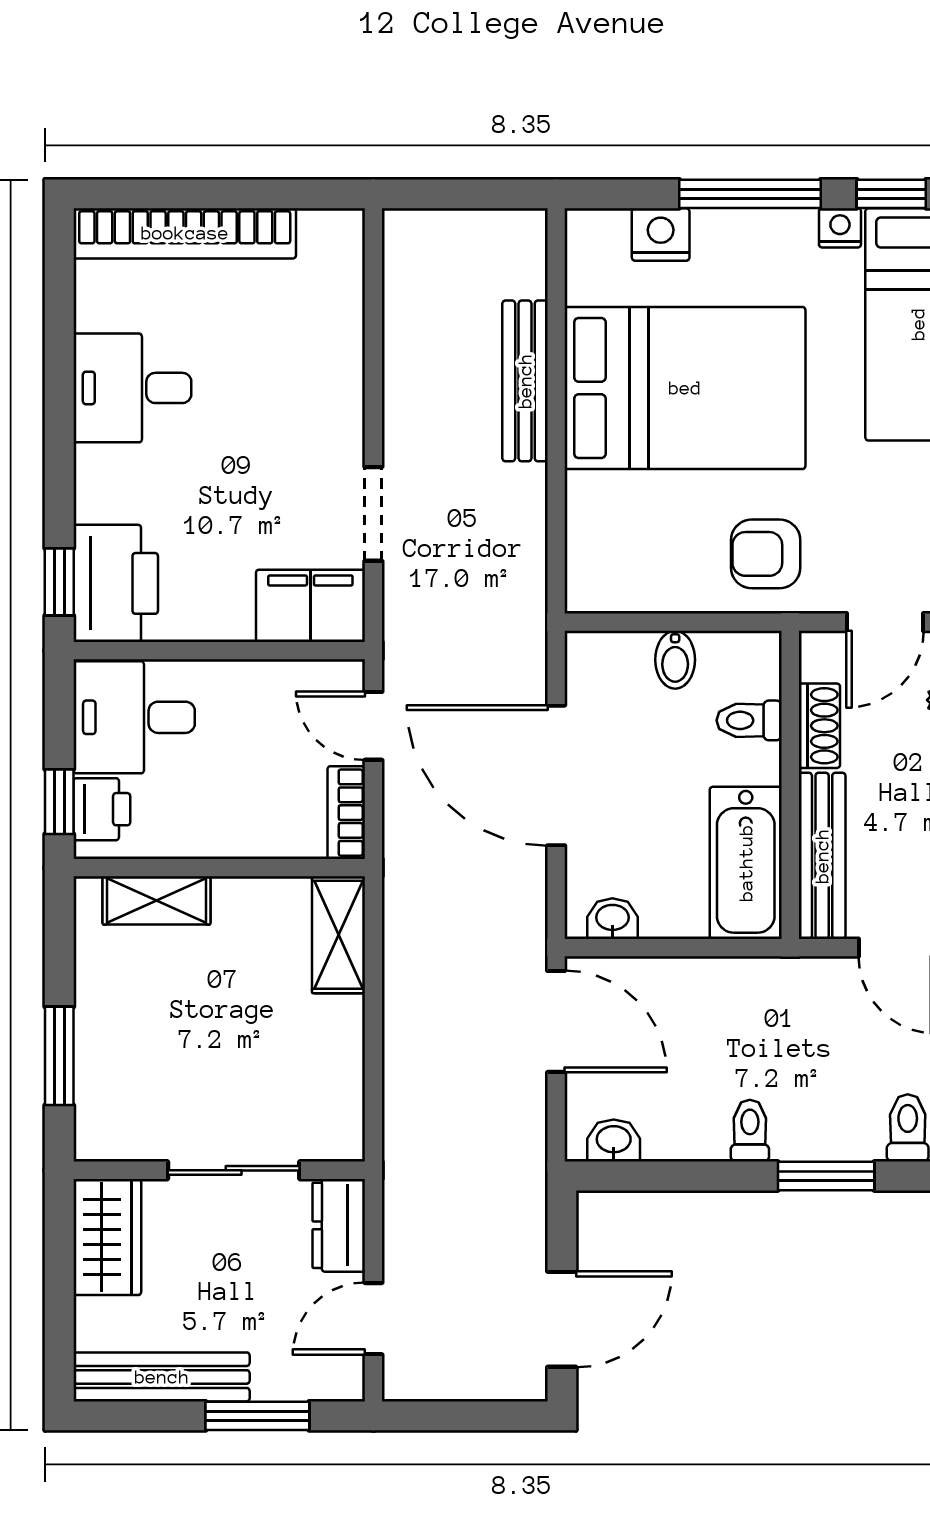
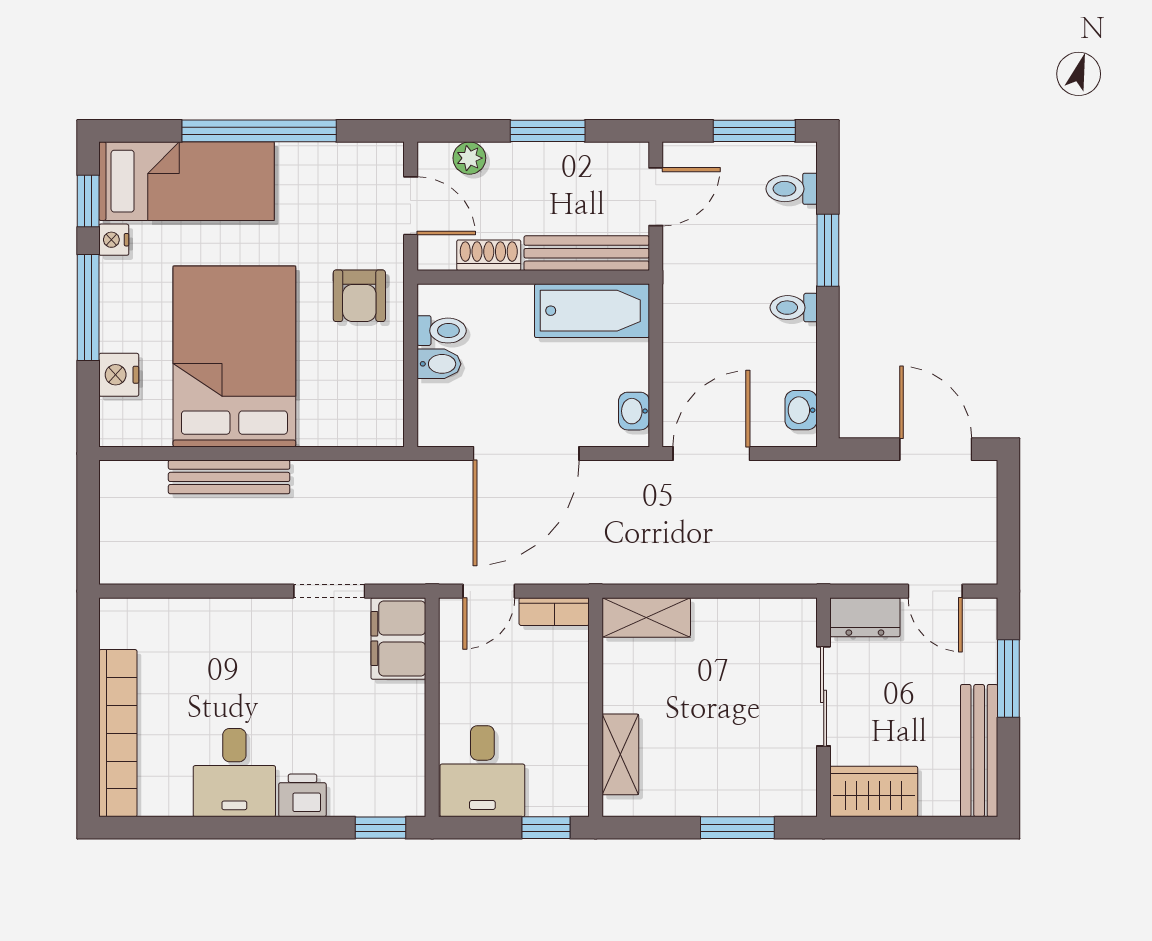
printer: (116, 583) -> (302, 795), moved, width x0.53, depth x0.68
toilet: (749, 720) -> (442, 331), moved, turned -90
printer: (102, 809) -> (552, 796), removed

